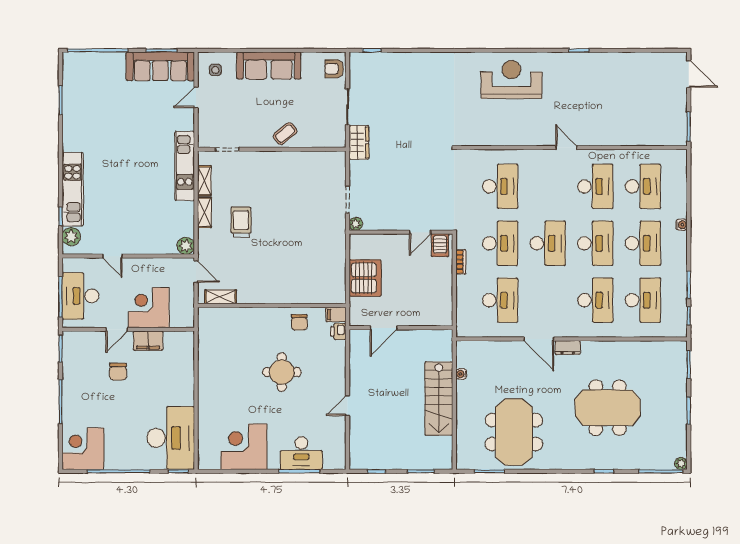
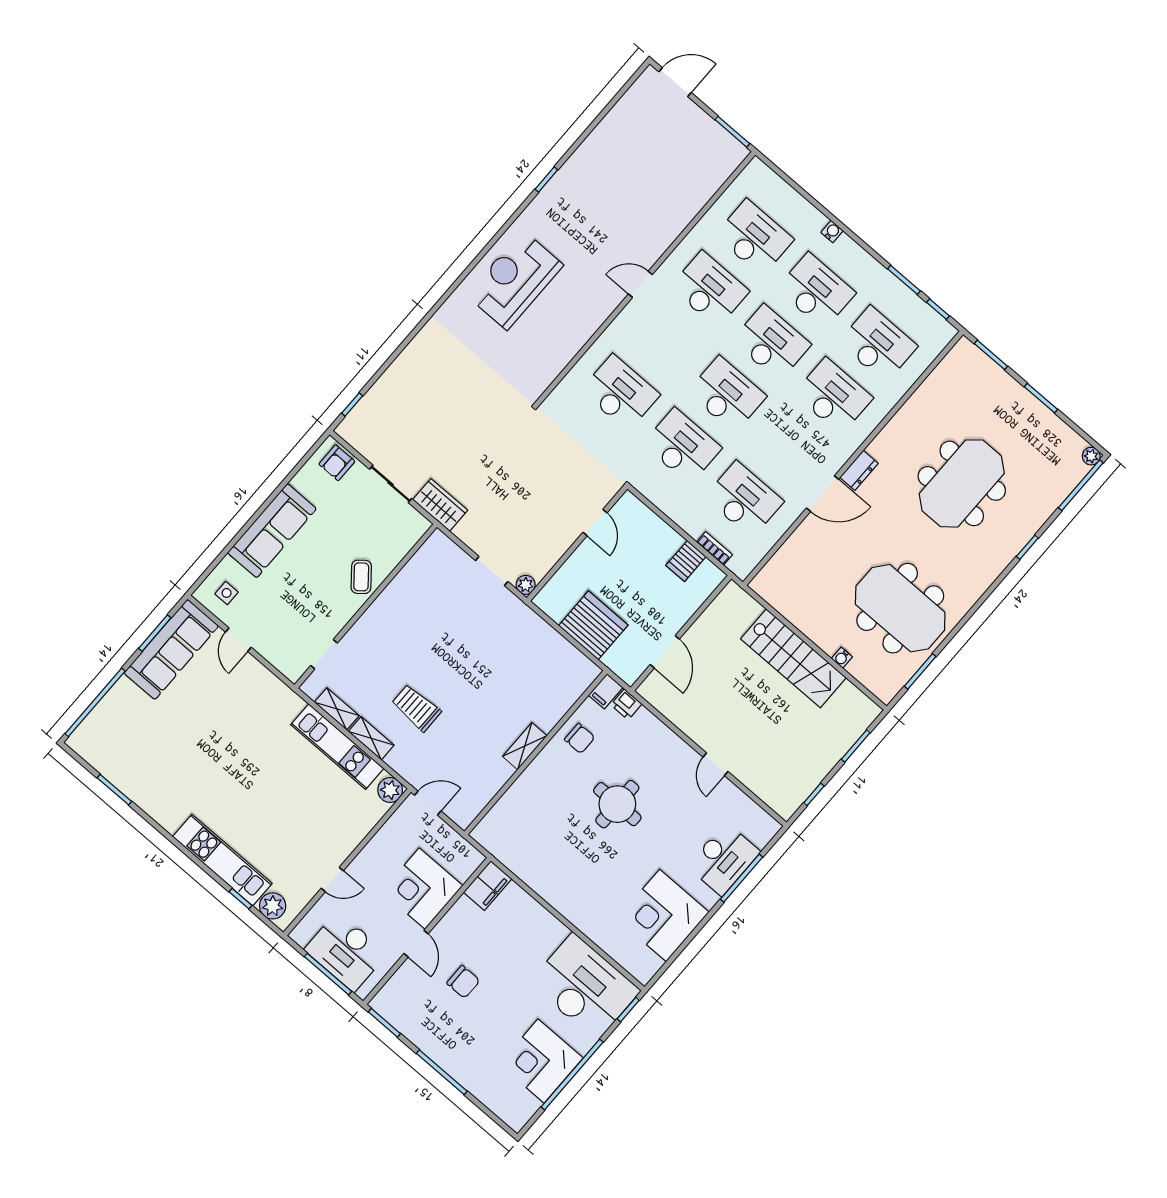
kitchen unit: (185, 166) -> (337, 747), moved
server rack: (440, 245) -> (686, 561), moved, turned 90
bookcase: (461, 262) -> (715, 548), moved
shelving: (221, 297) -> (525, 746), moved
filing cabinet: (148, 341) -> (488, 886), moved
water cooler: (461, 374) -> (842, 658), moved
corner desk: (83, 449) -> (541, 1061), moved

